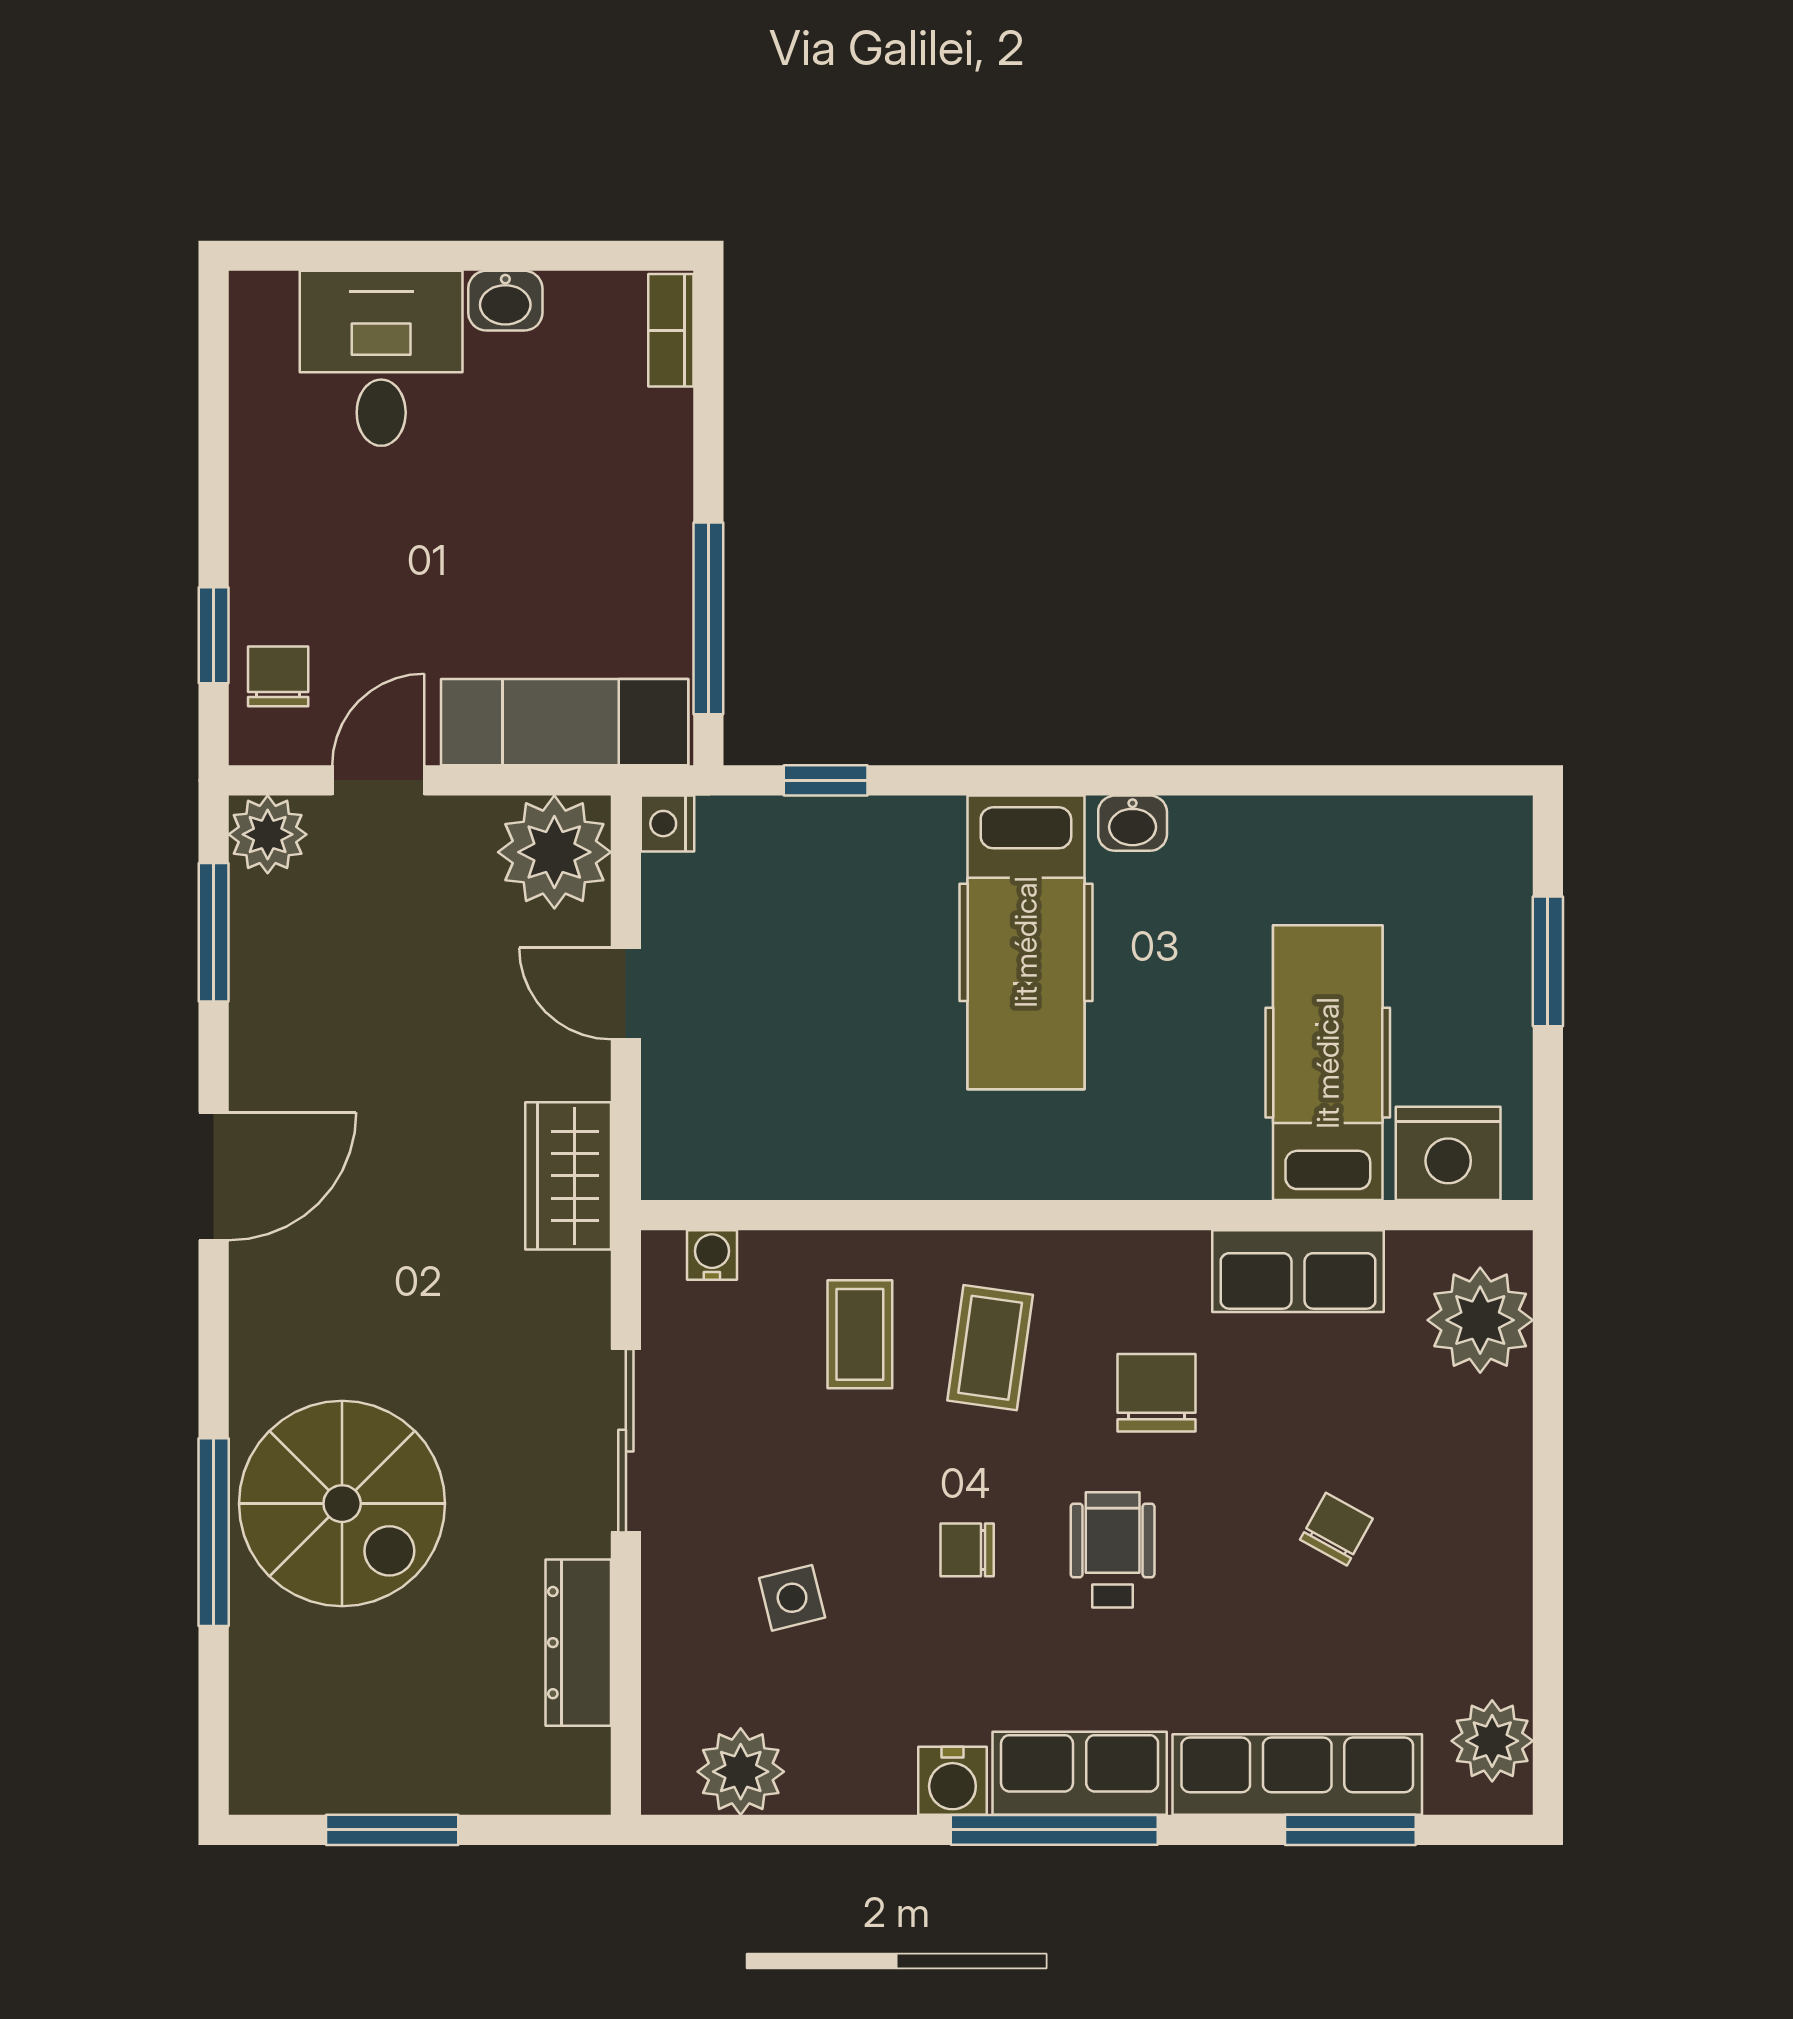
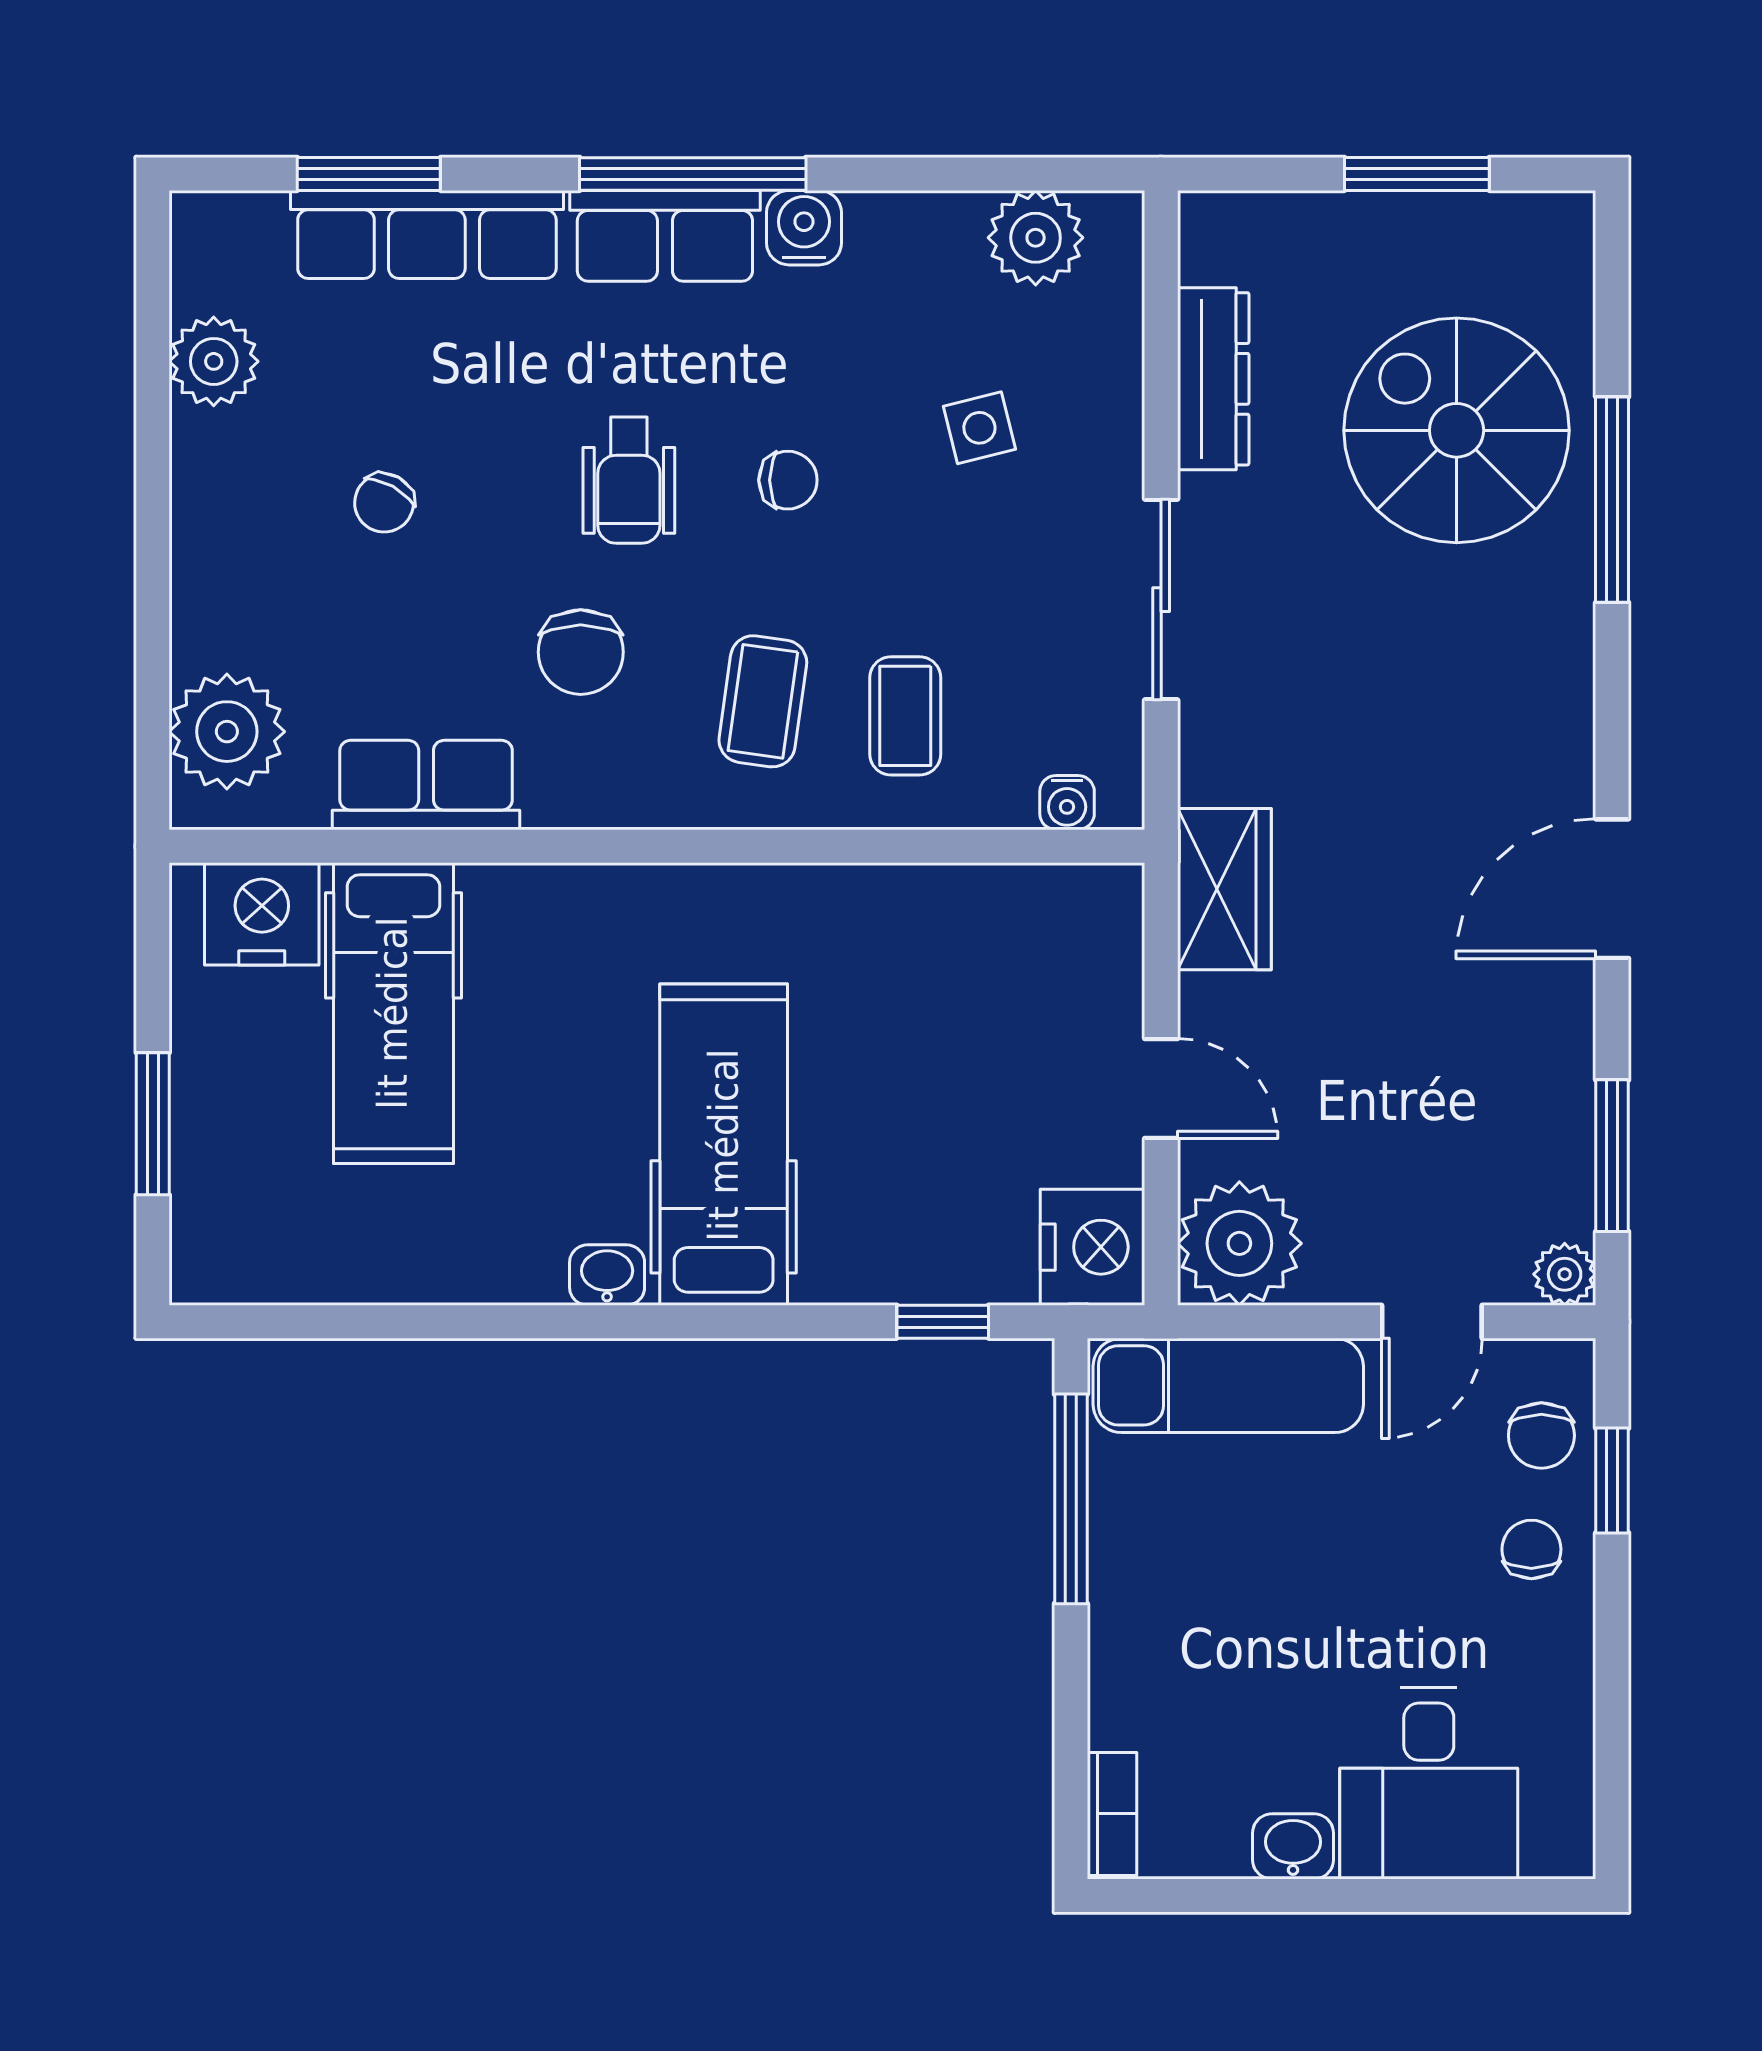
chair: (287, 572) -> (1531, 1549), added
nightstand: (667, 824) -> (1093, 1247), width x1.89, depth x1.79
plant: (268, 834) -> (1565, 1274), width x0.73, depth x0.73
spiral stairs: (342, 1504) -> (1457, 430), moved
plant: (1492, 1741) -> (214, 361), moved

